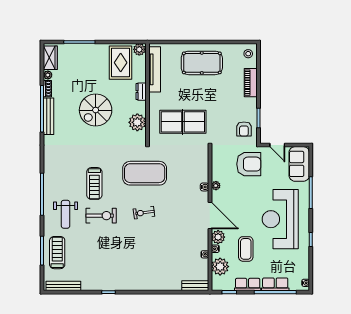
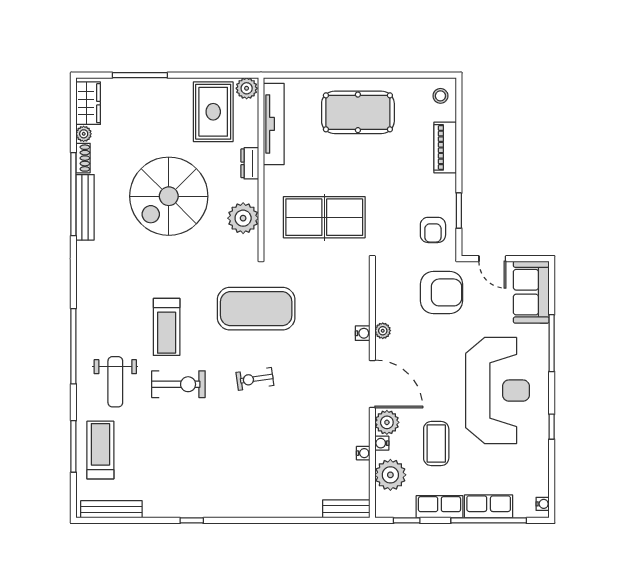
spiral stairs: (96, 110) -> (169, 196), width x1.37, depth x1.37
reception desk: (280, 219) -> (497, 391), turned 180

